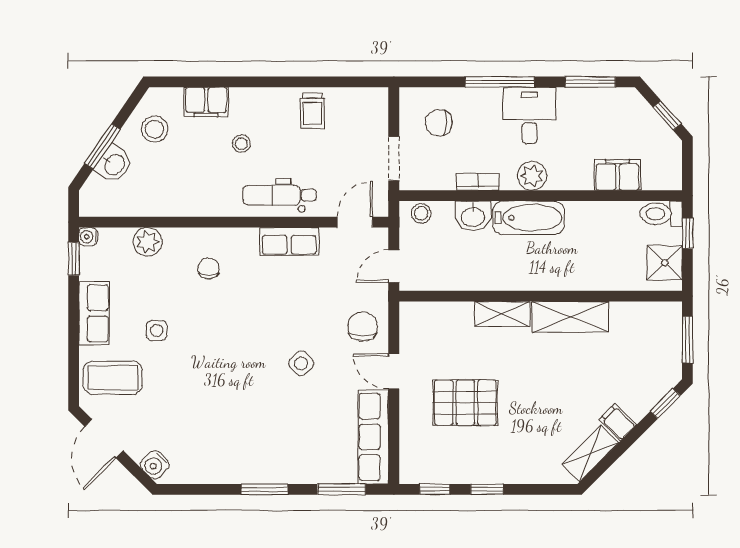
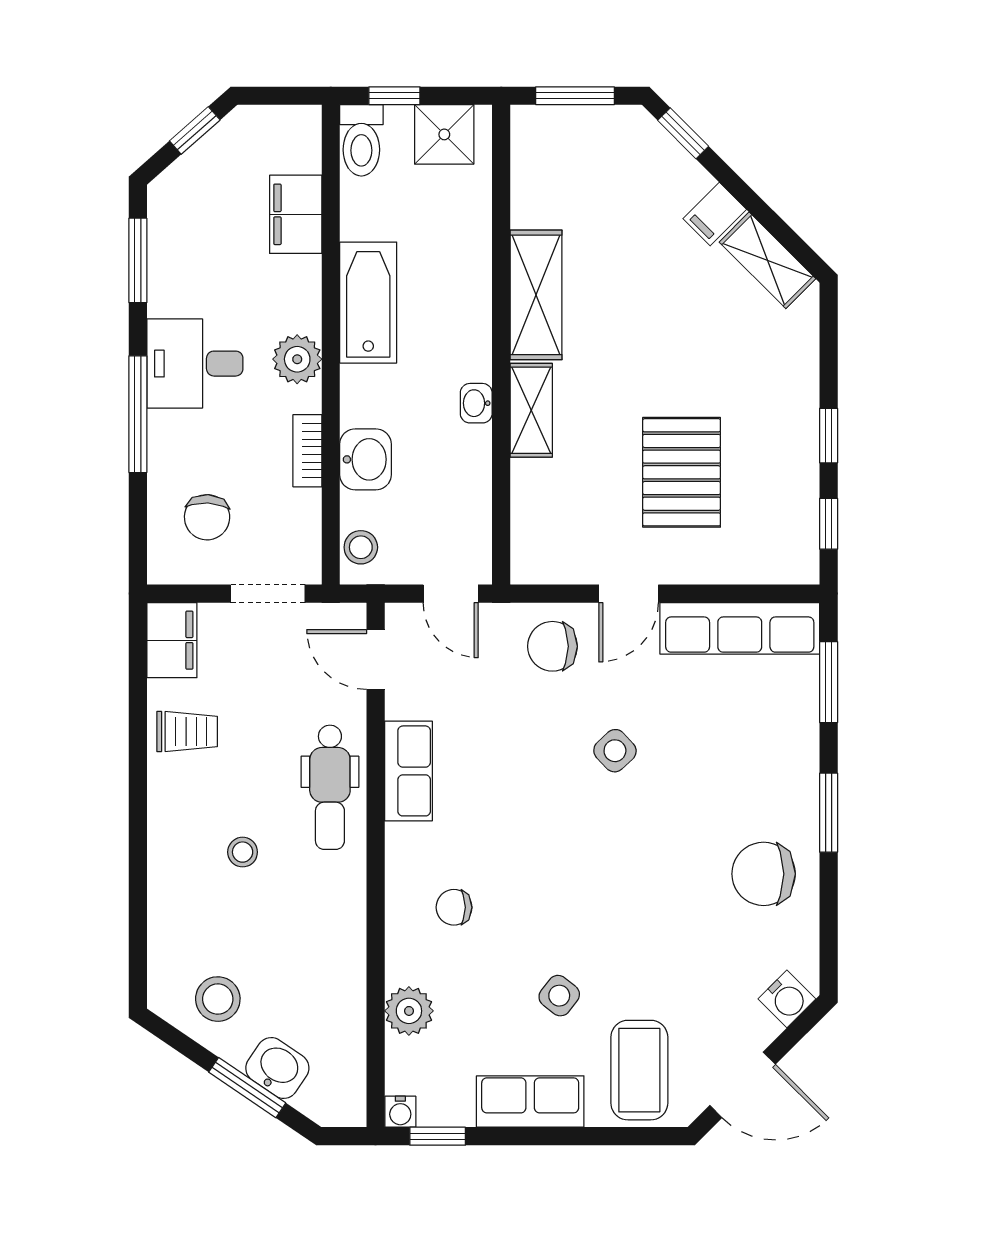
filing cabinet: (206, 102) -> (172, 640), moved
bathtub: (529, 218) -> (368, 303), moved
washbasin: (506, 281) -> (476, 403), added
side table: (157, 330) -> (559, 996), turned 38
chair: (228, 451) -> (764, 874), added

